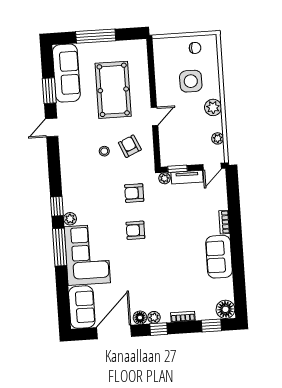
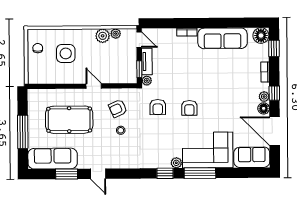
plant: (213, 107) -> (103, 36), moved
sofa: (219, 257) -> (223, 38), width x1.36

